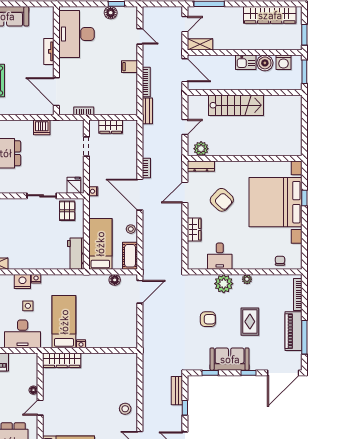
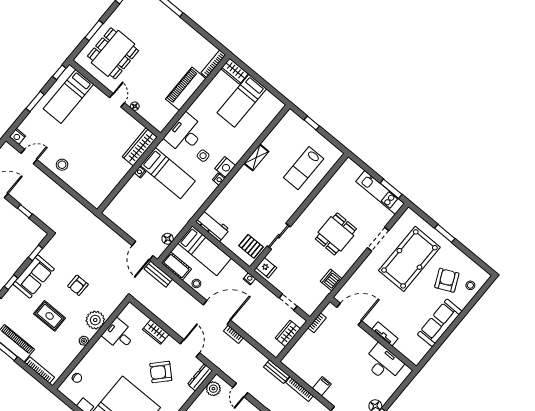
desk: (77, 34) -> (383, 363), width x0.73, depth x0.77
bench: (177, 391) -> (158, 274), moved

